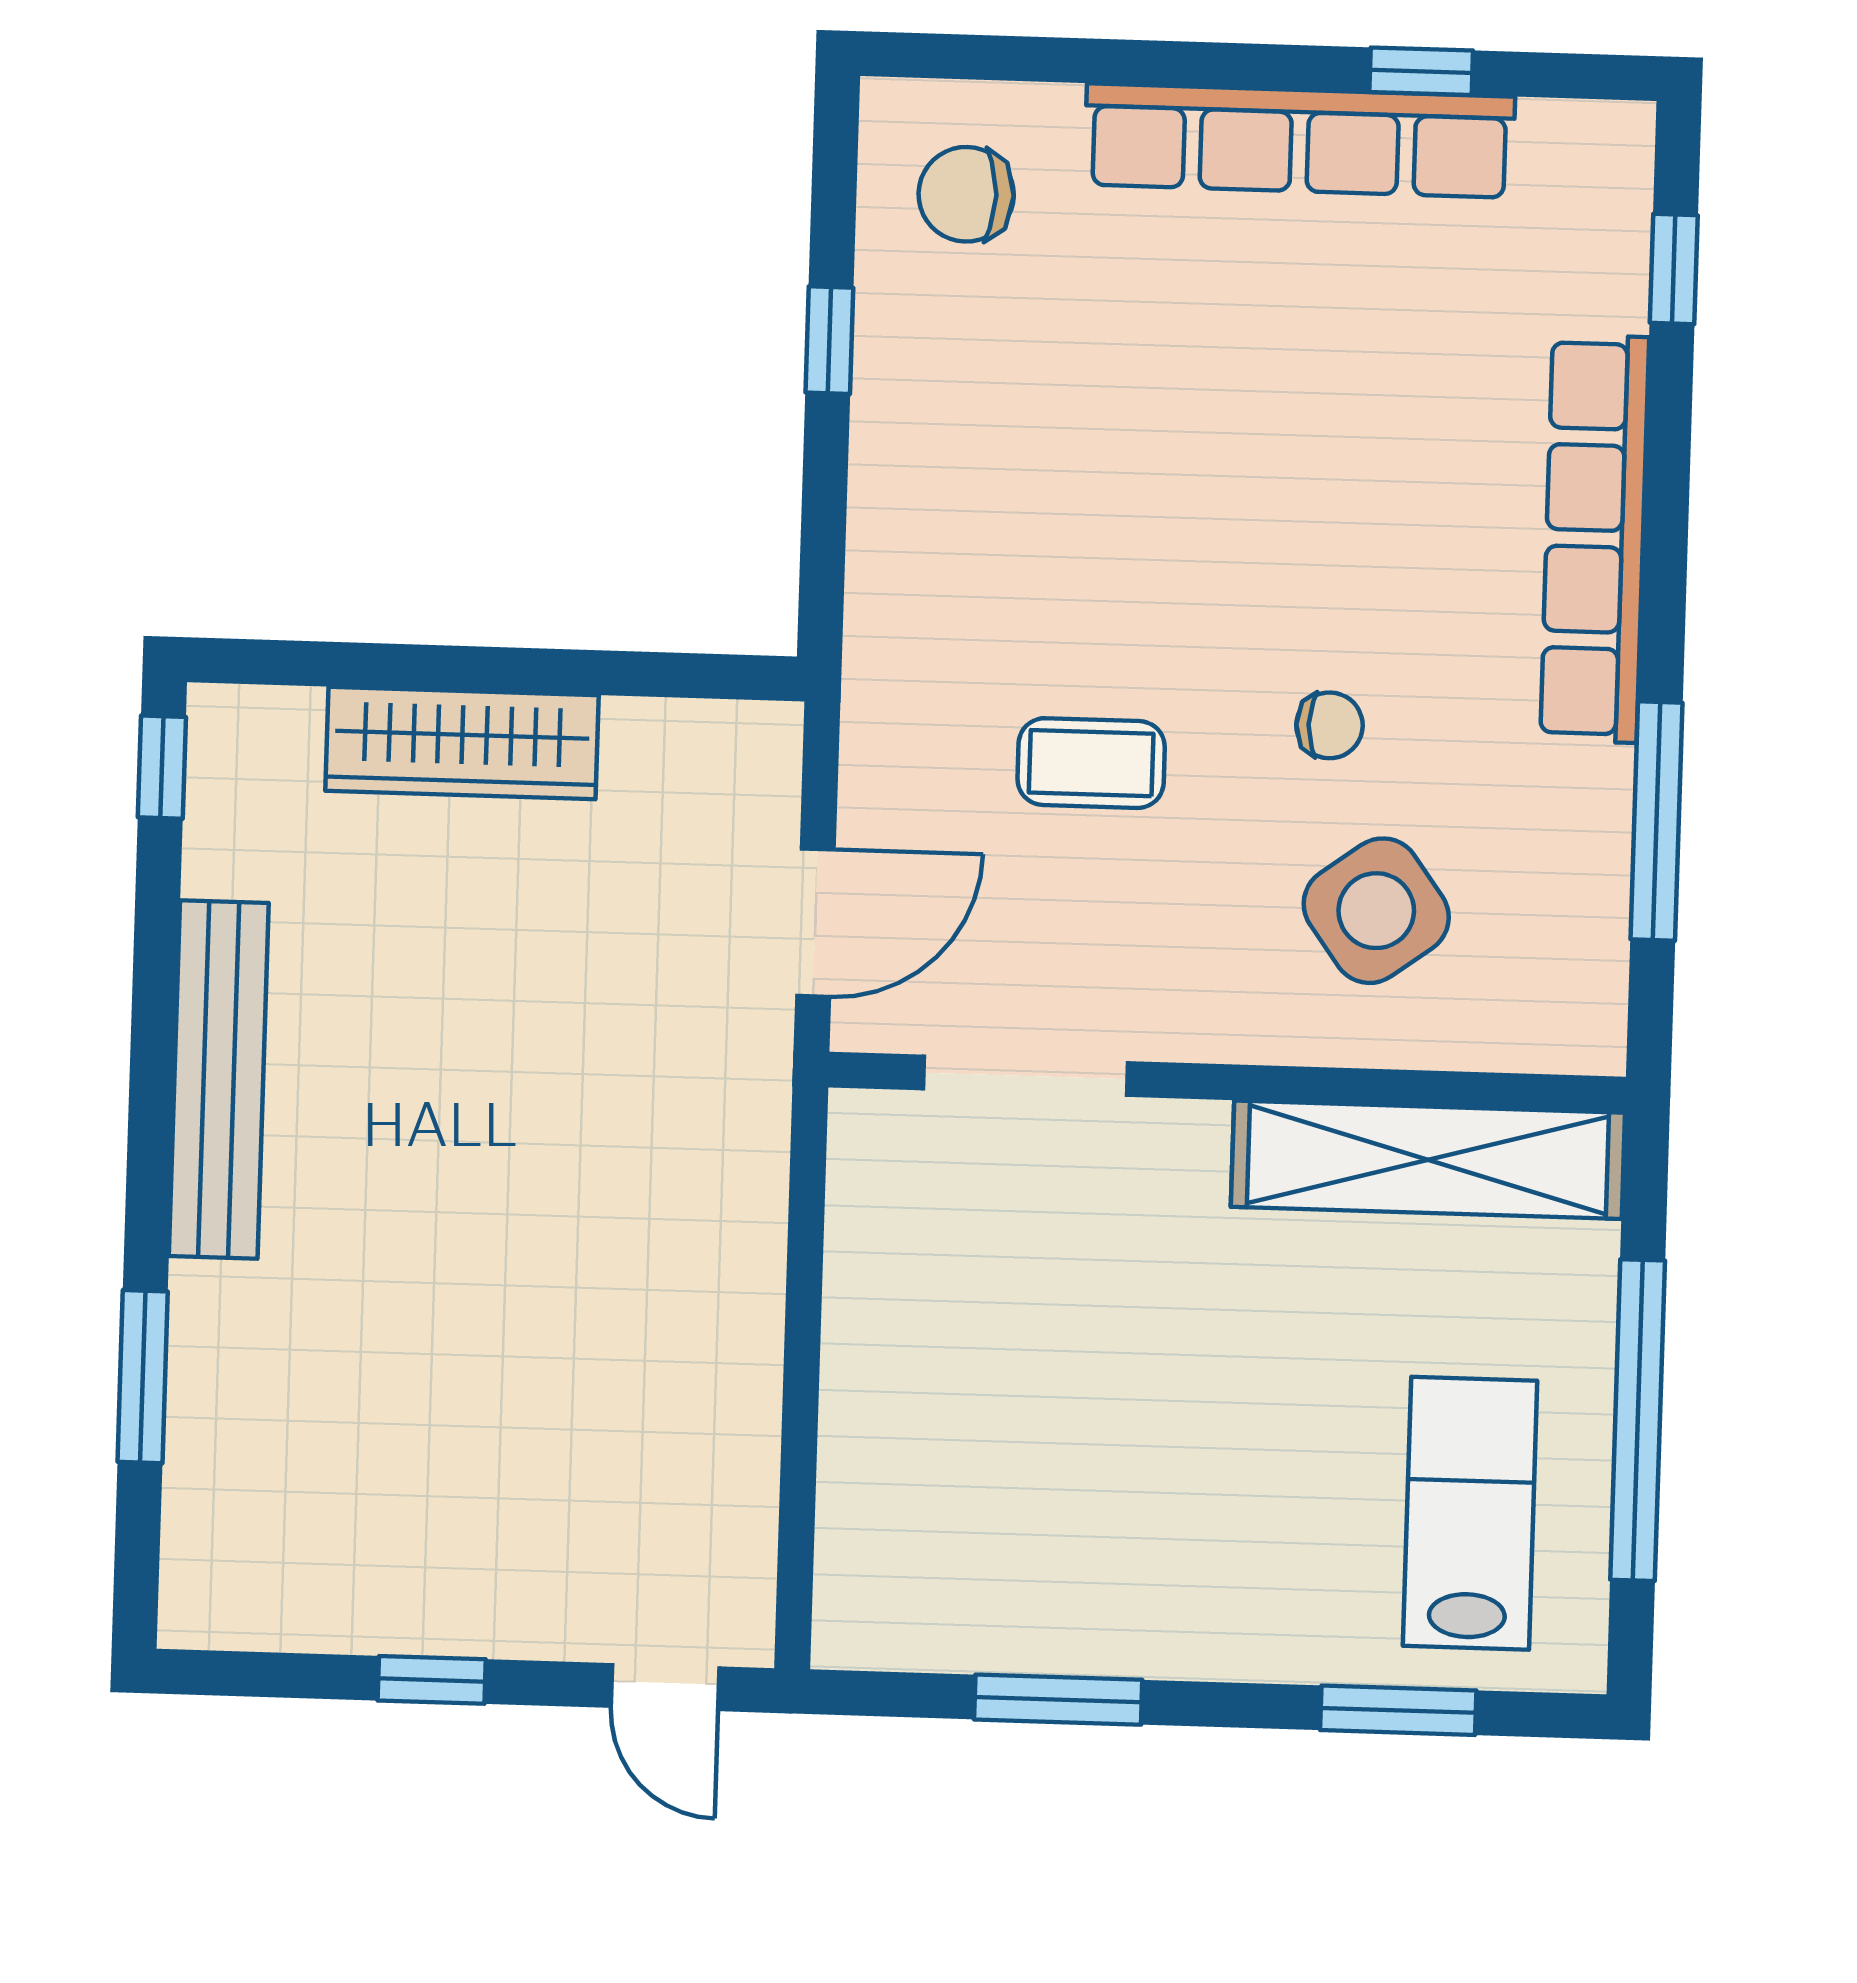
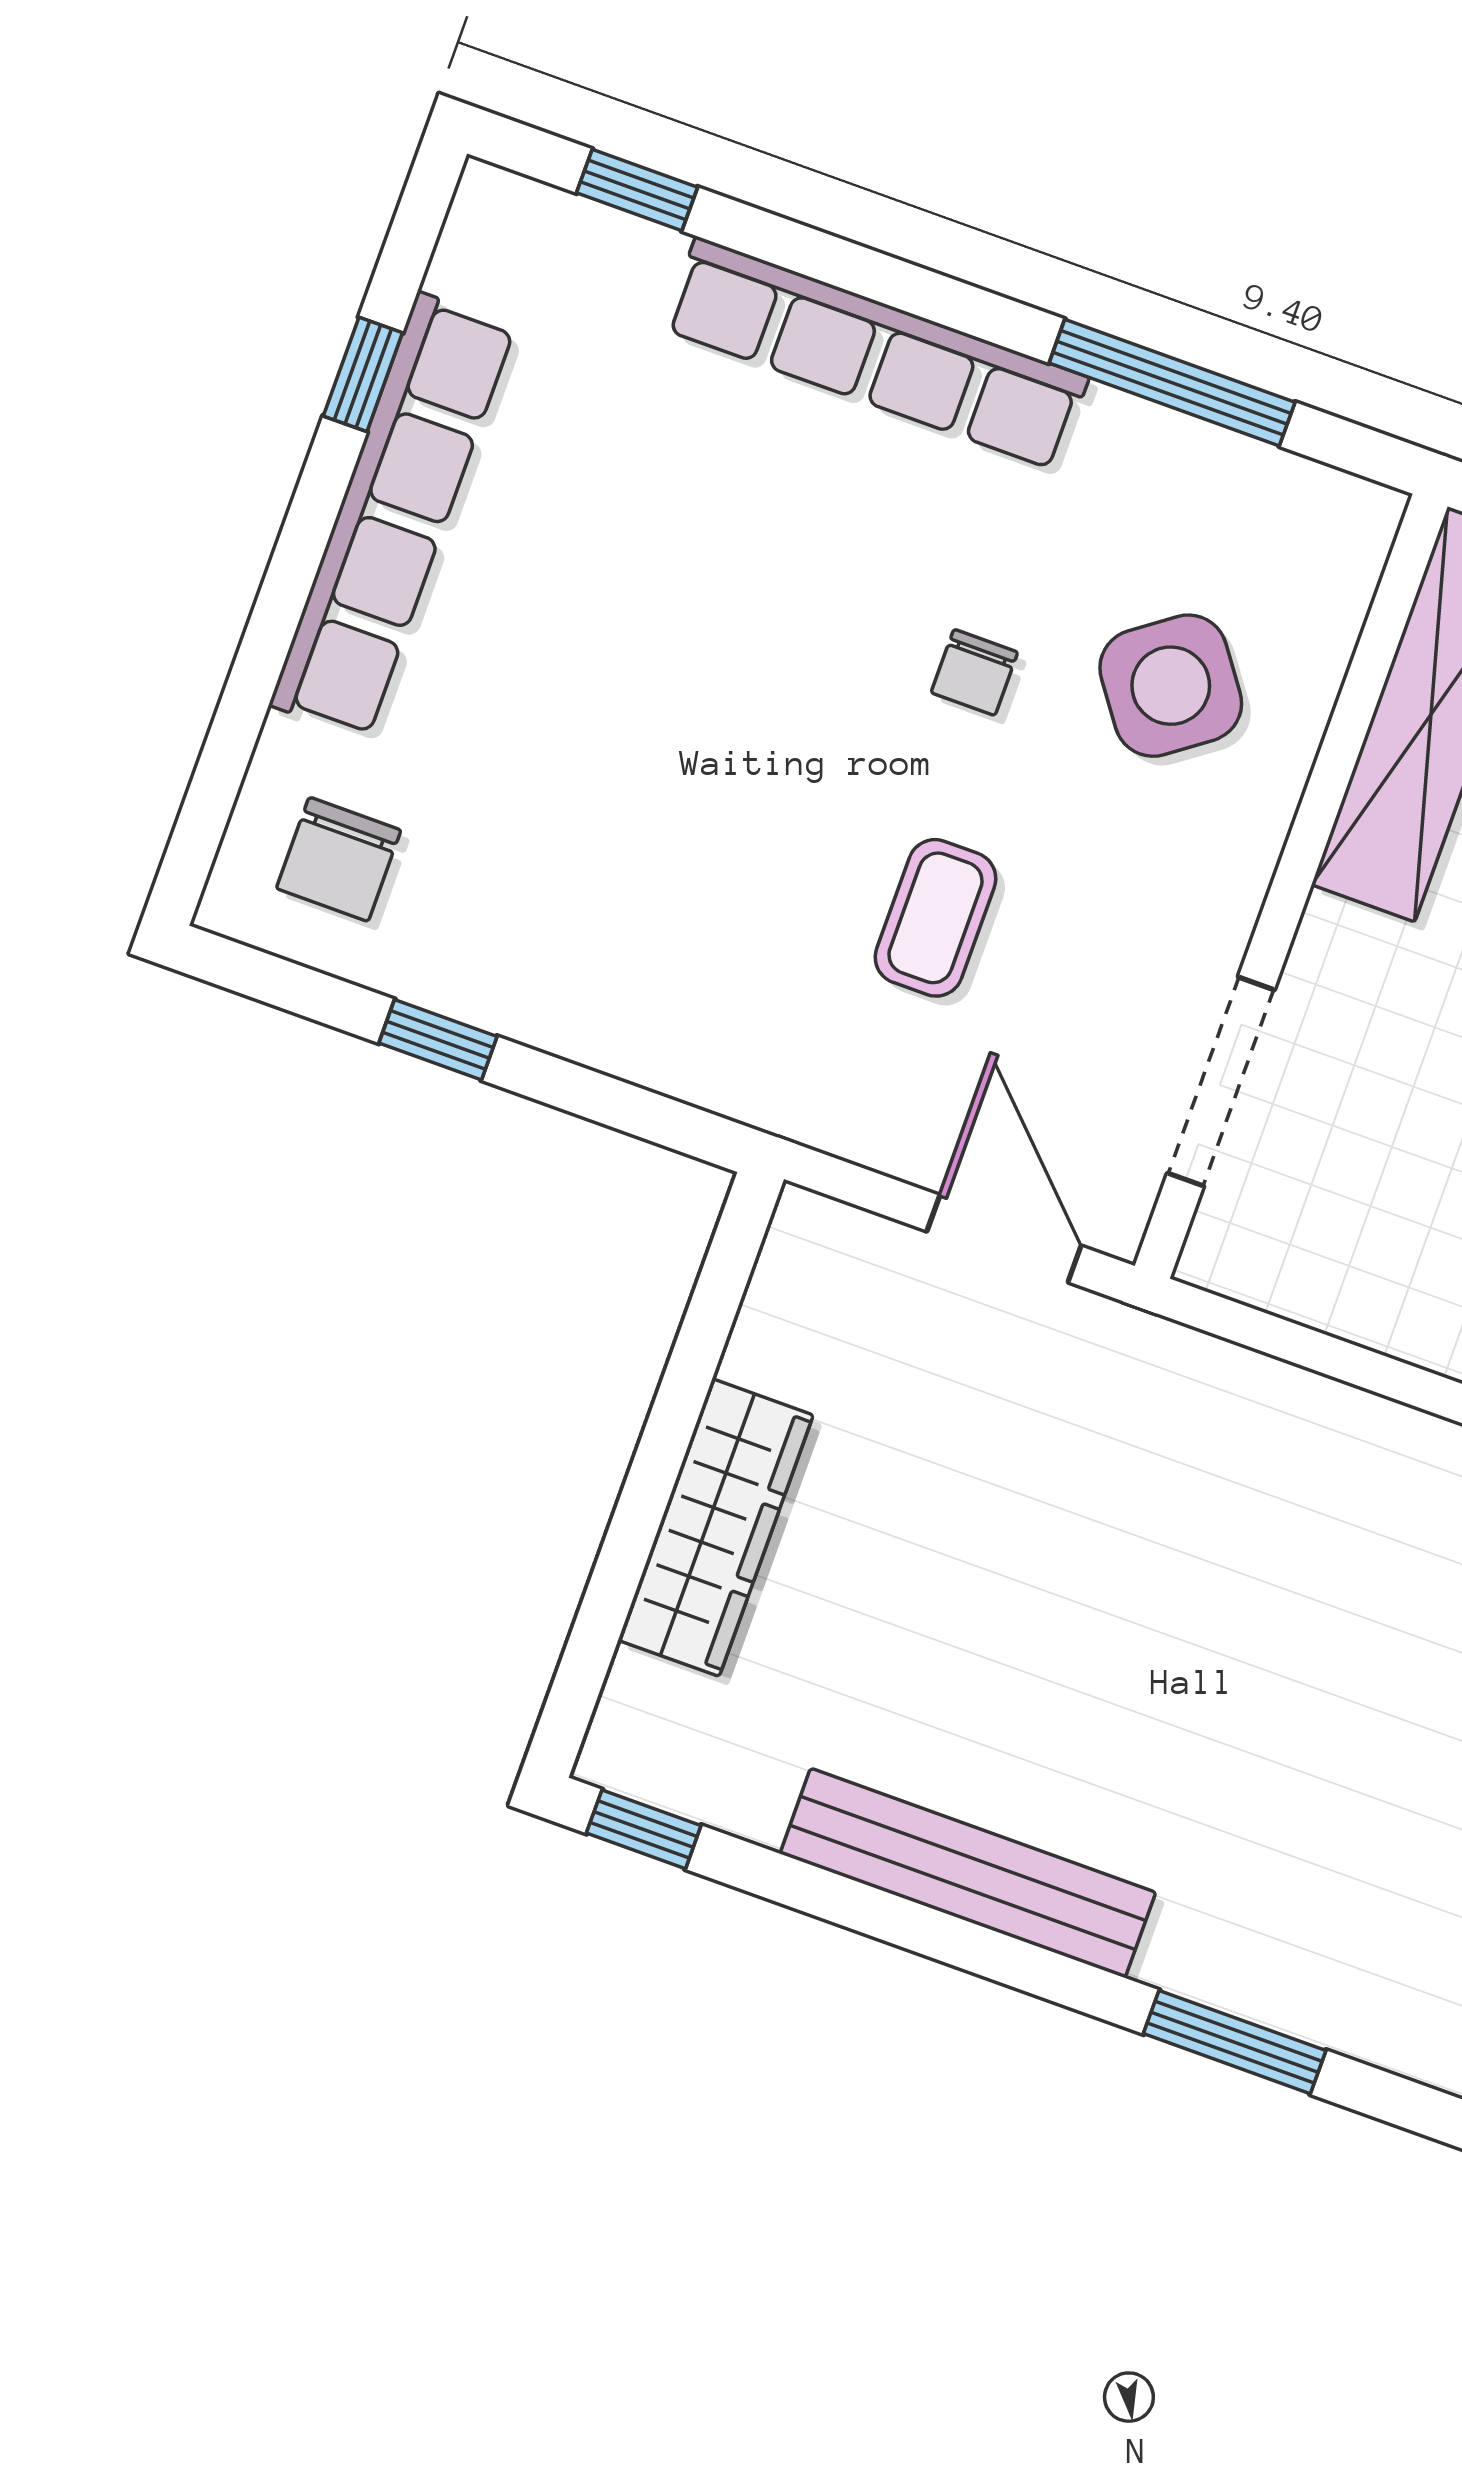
chair: (1329, 725) -> (974, 672), turned 180

